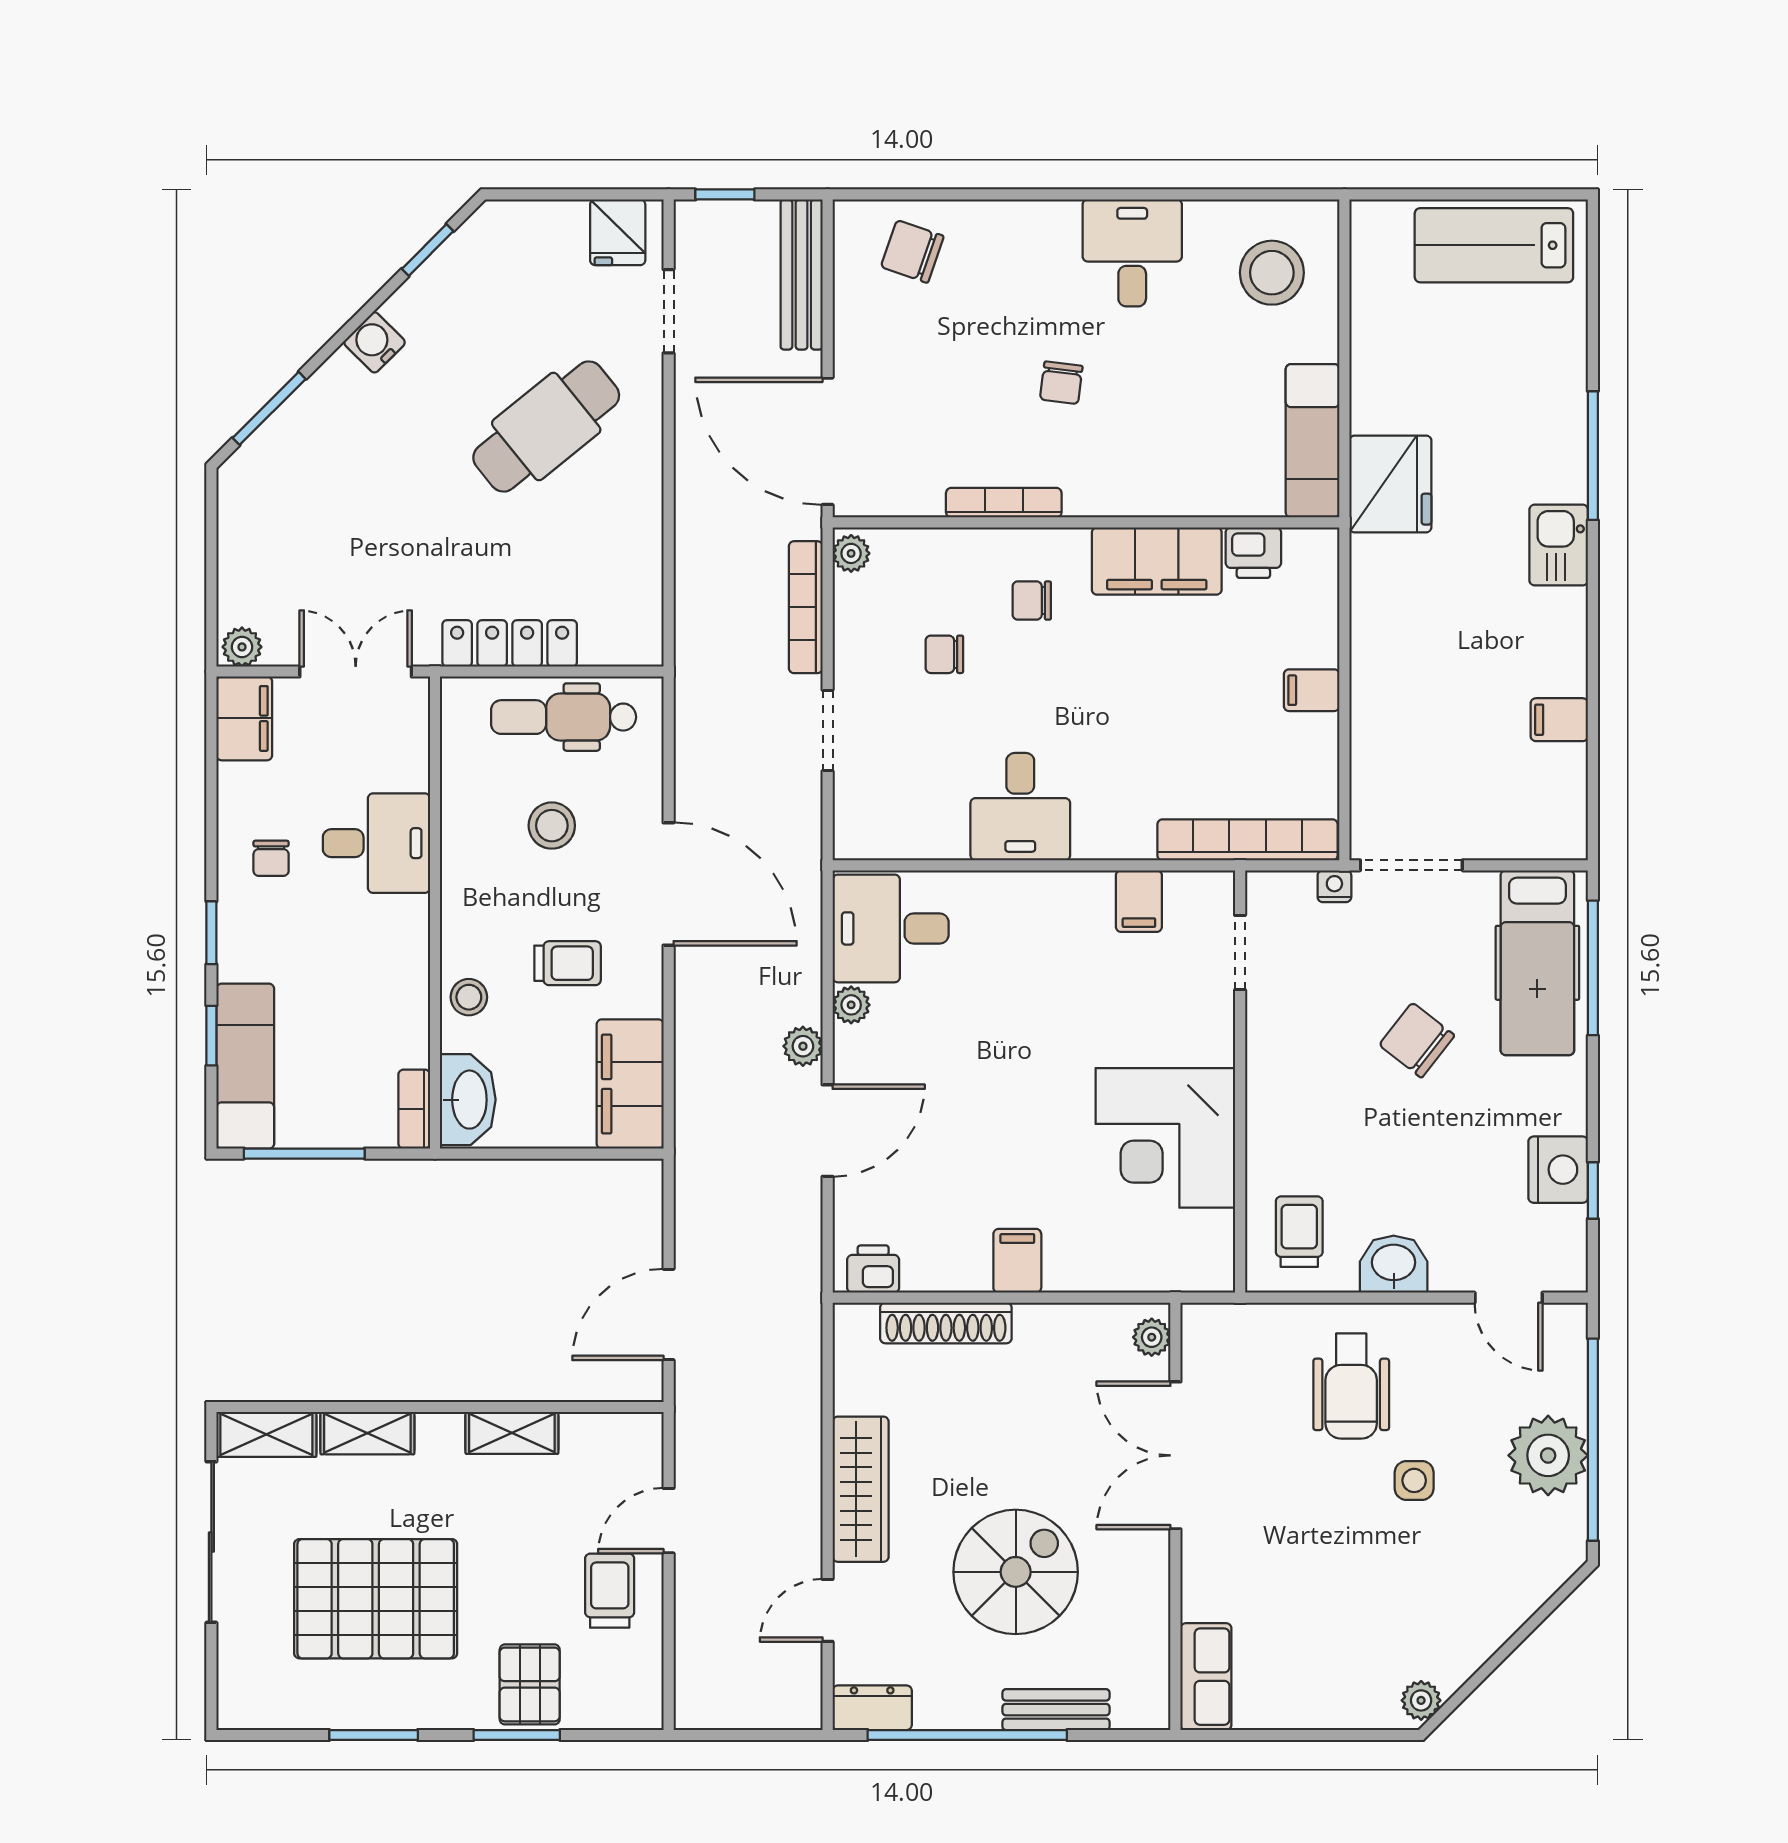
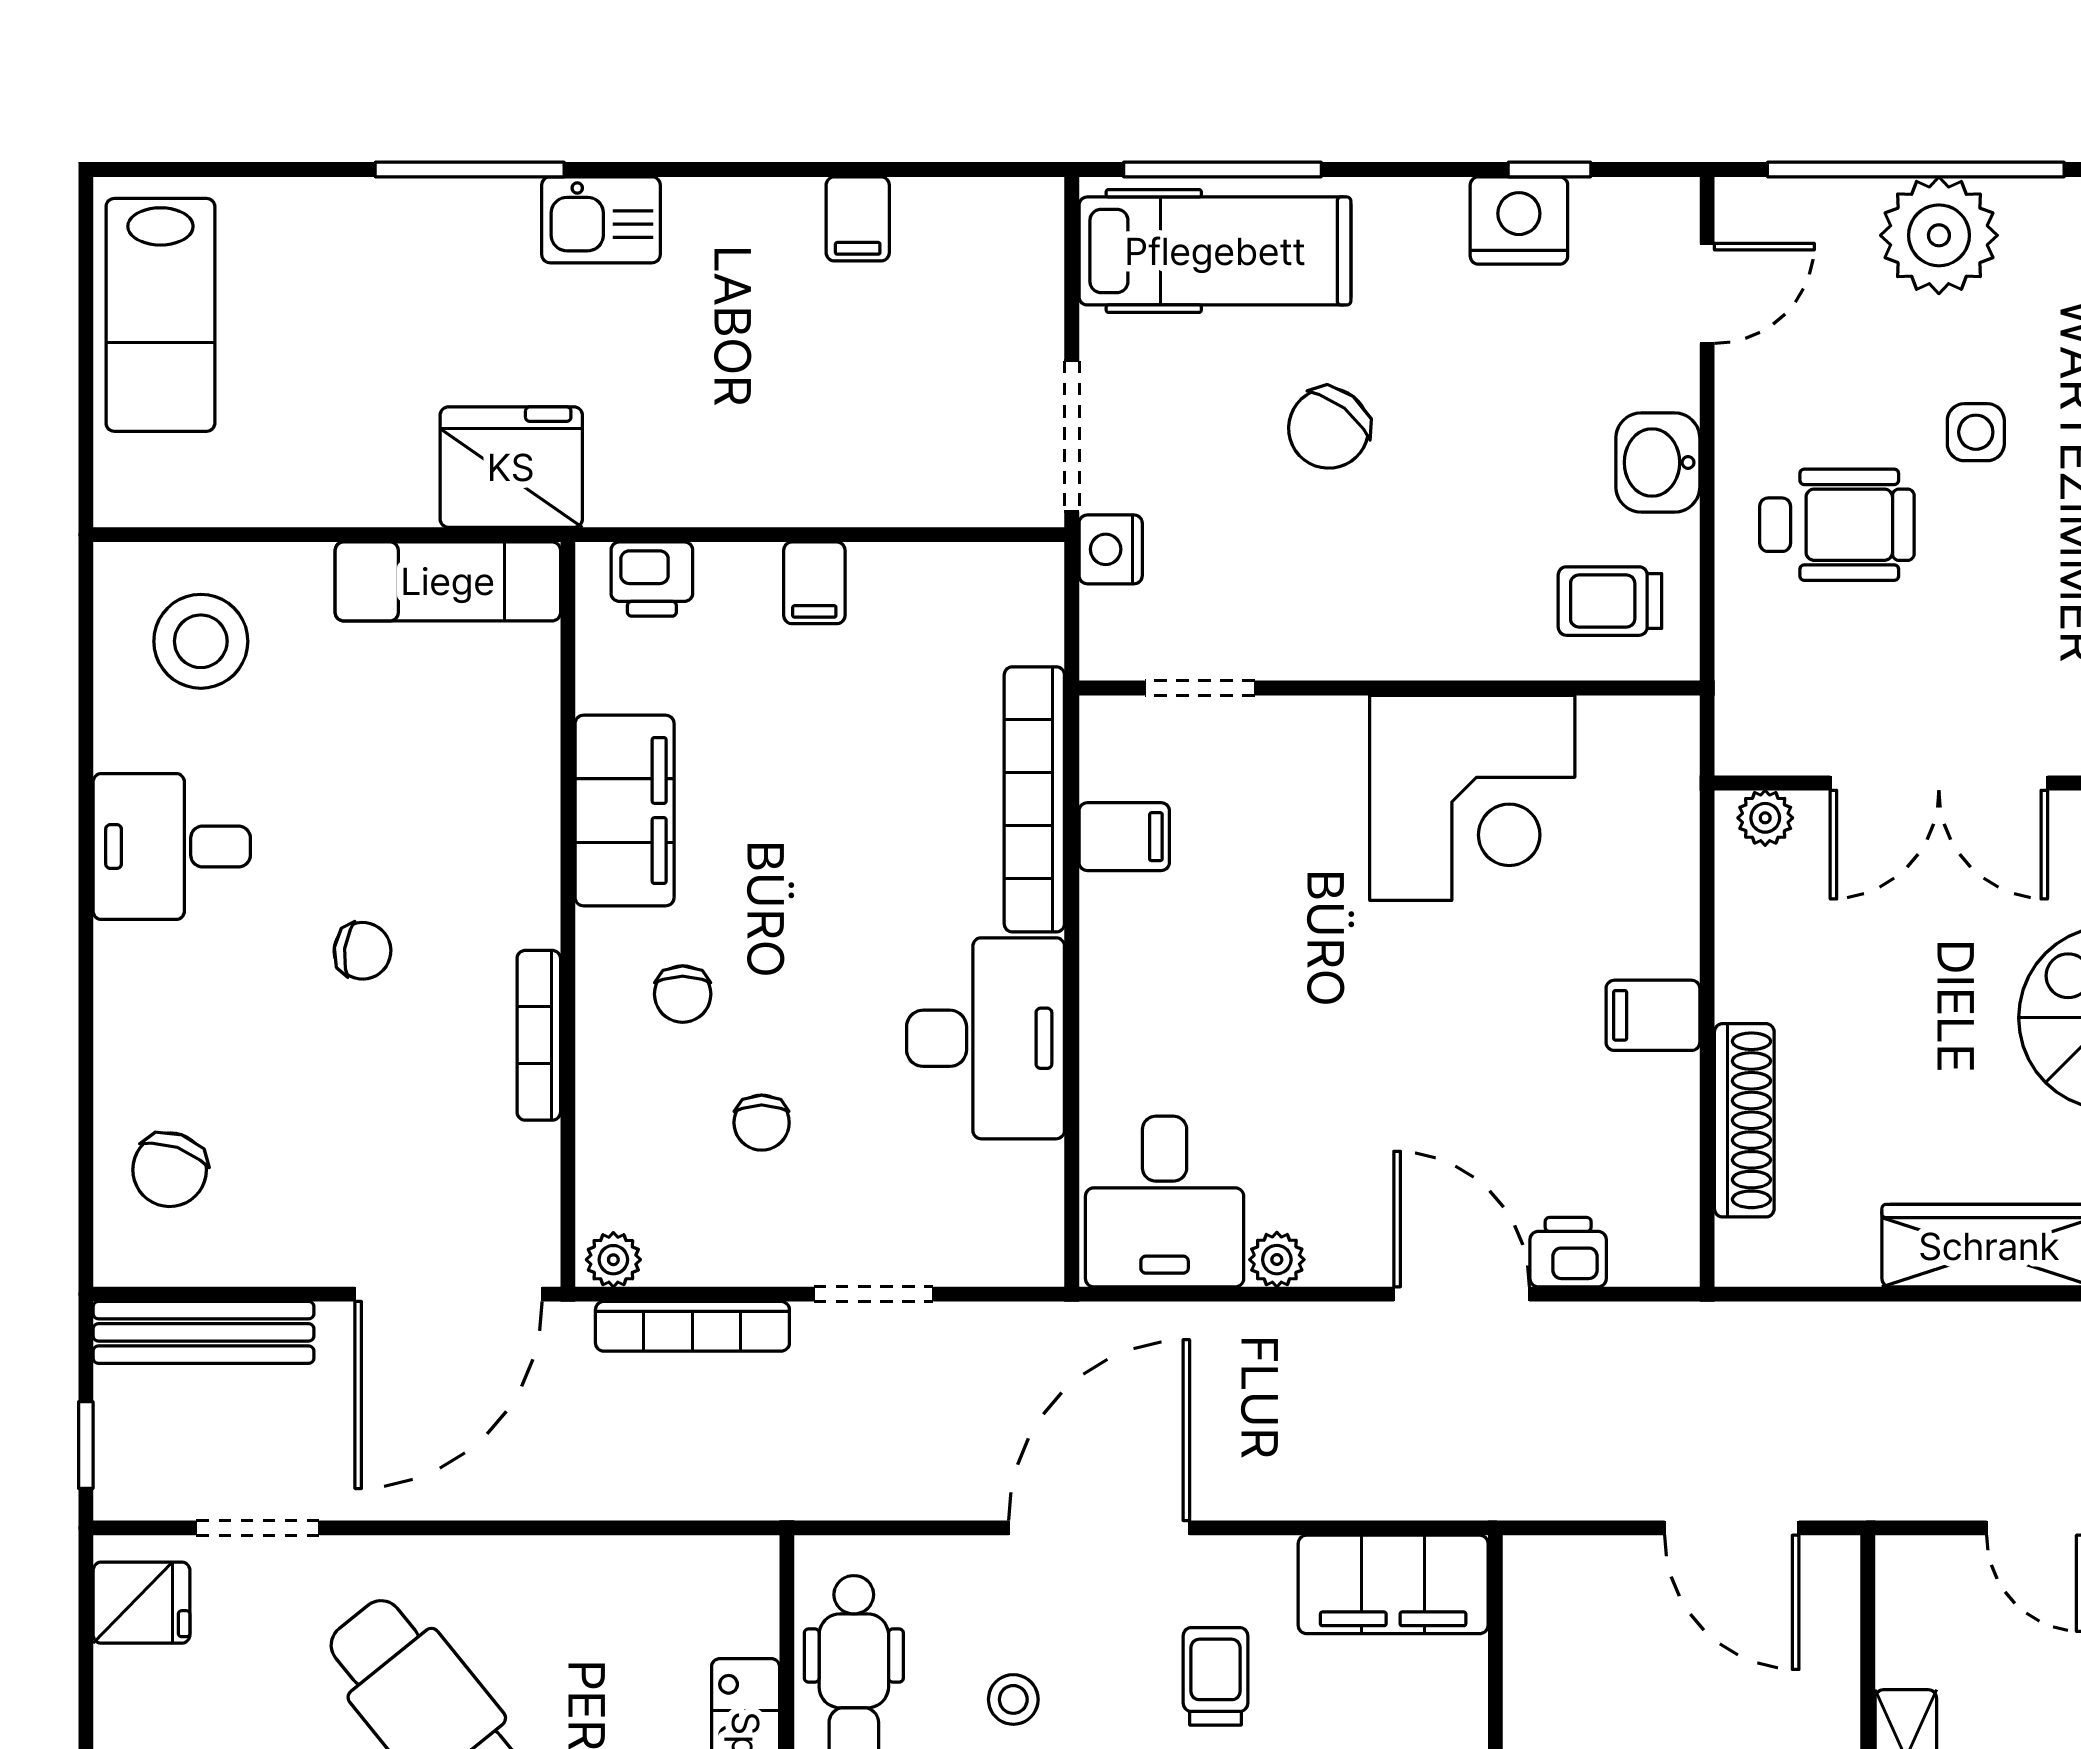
printer: (1253, 553) -> (652, 579), moved, turned 90
desk: (1020, 807) -> (985, 1038), width x1.37
stool: (552, 826) -> (1013, 1699), width x0.73, depth x0.73
bookcase: (1248, 840) -> (1034, 799), moved
nightstand: (1334, 886) -> (1111, 549), width x1.39, depth x1.35
plant: (803, 1046) -> (1338, 1330), removed
printer: (873, 1269) -> (1568, 1252), moved, turned 90

